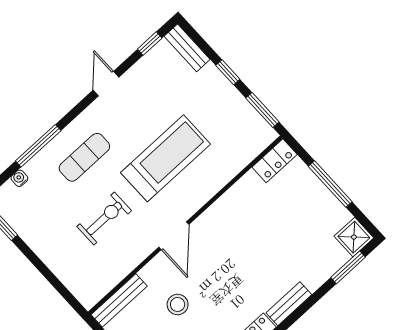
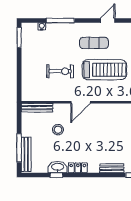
exercise mat: (84, 157) -> (94, 43), moved
bench: (289, 304) -> (112, 168), moved

